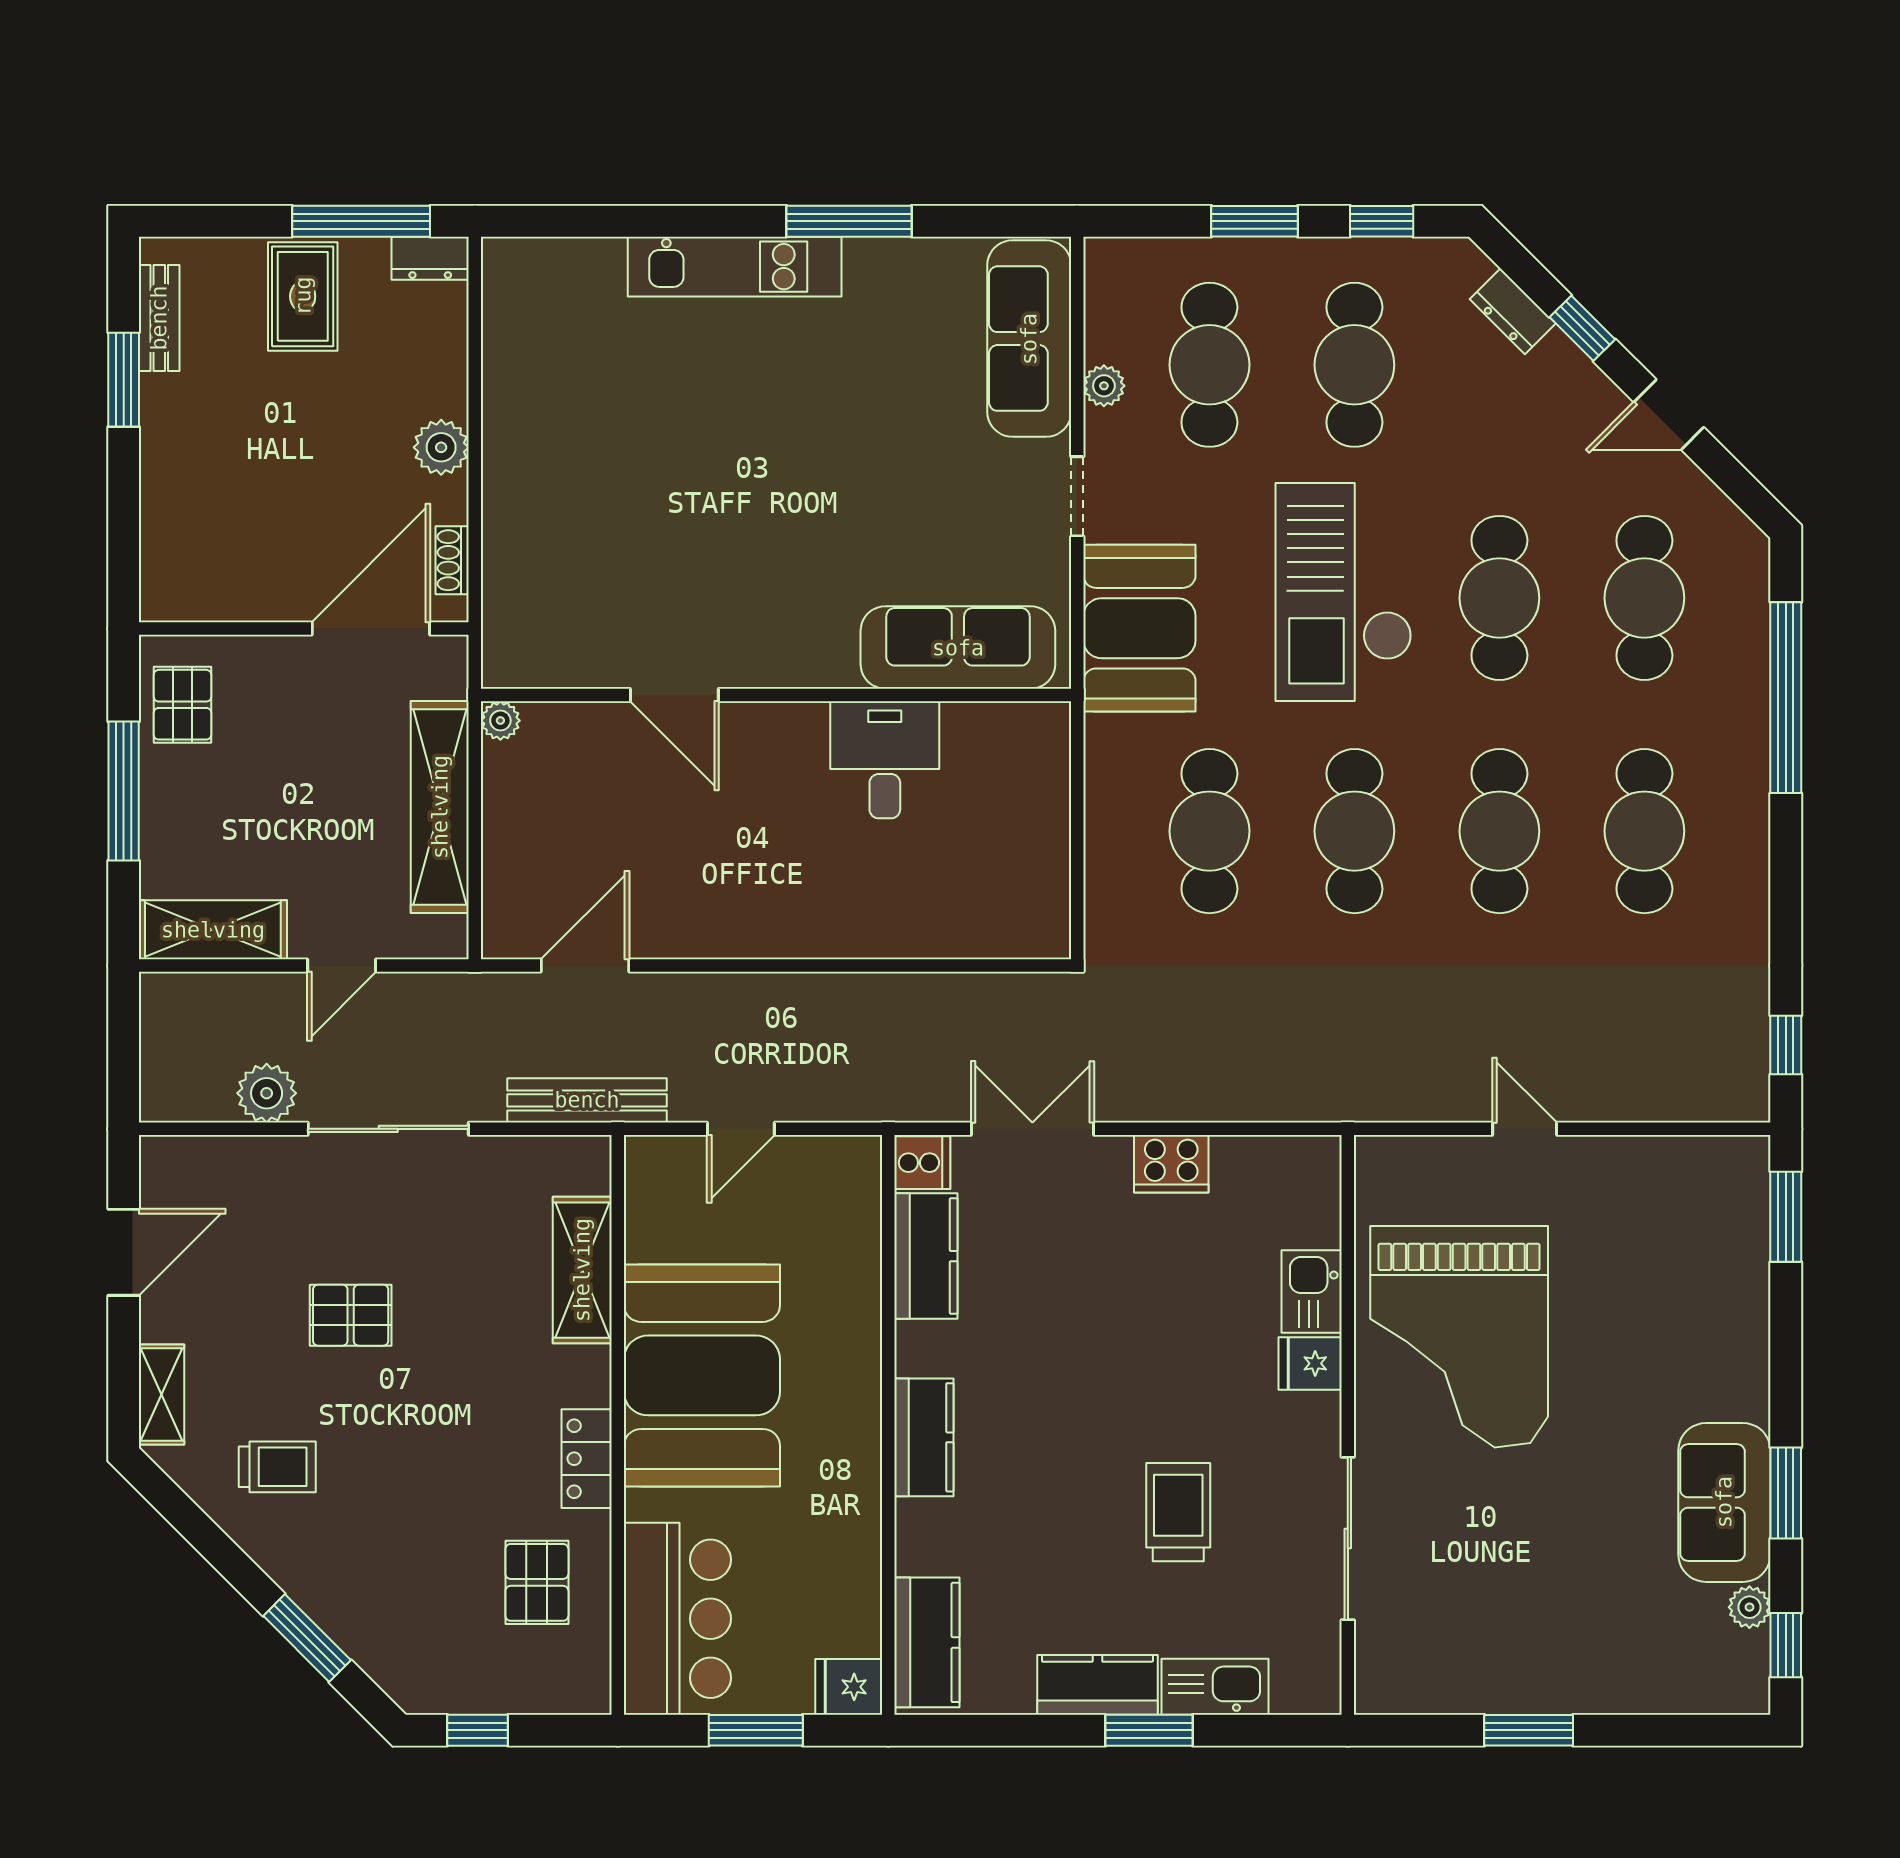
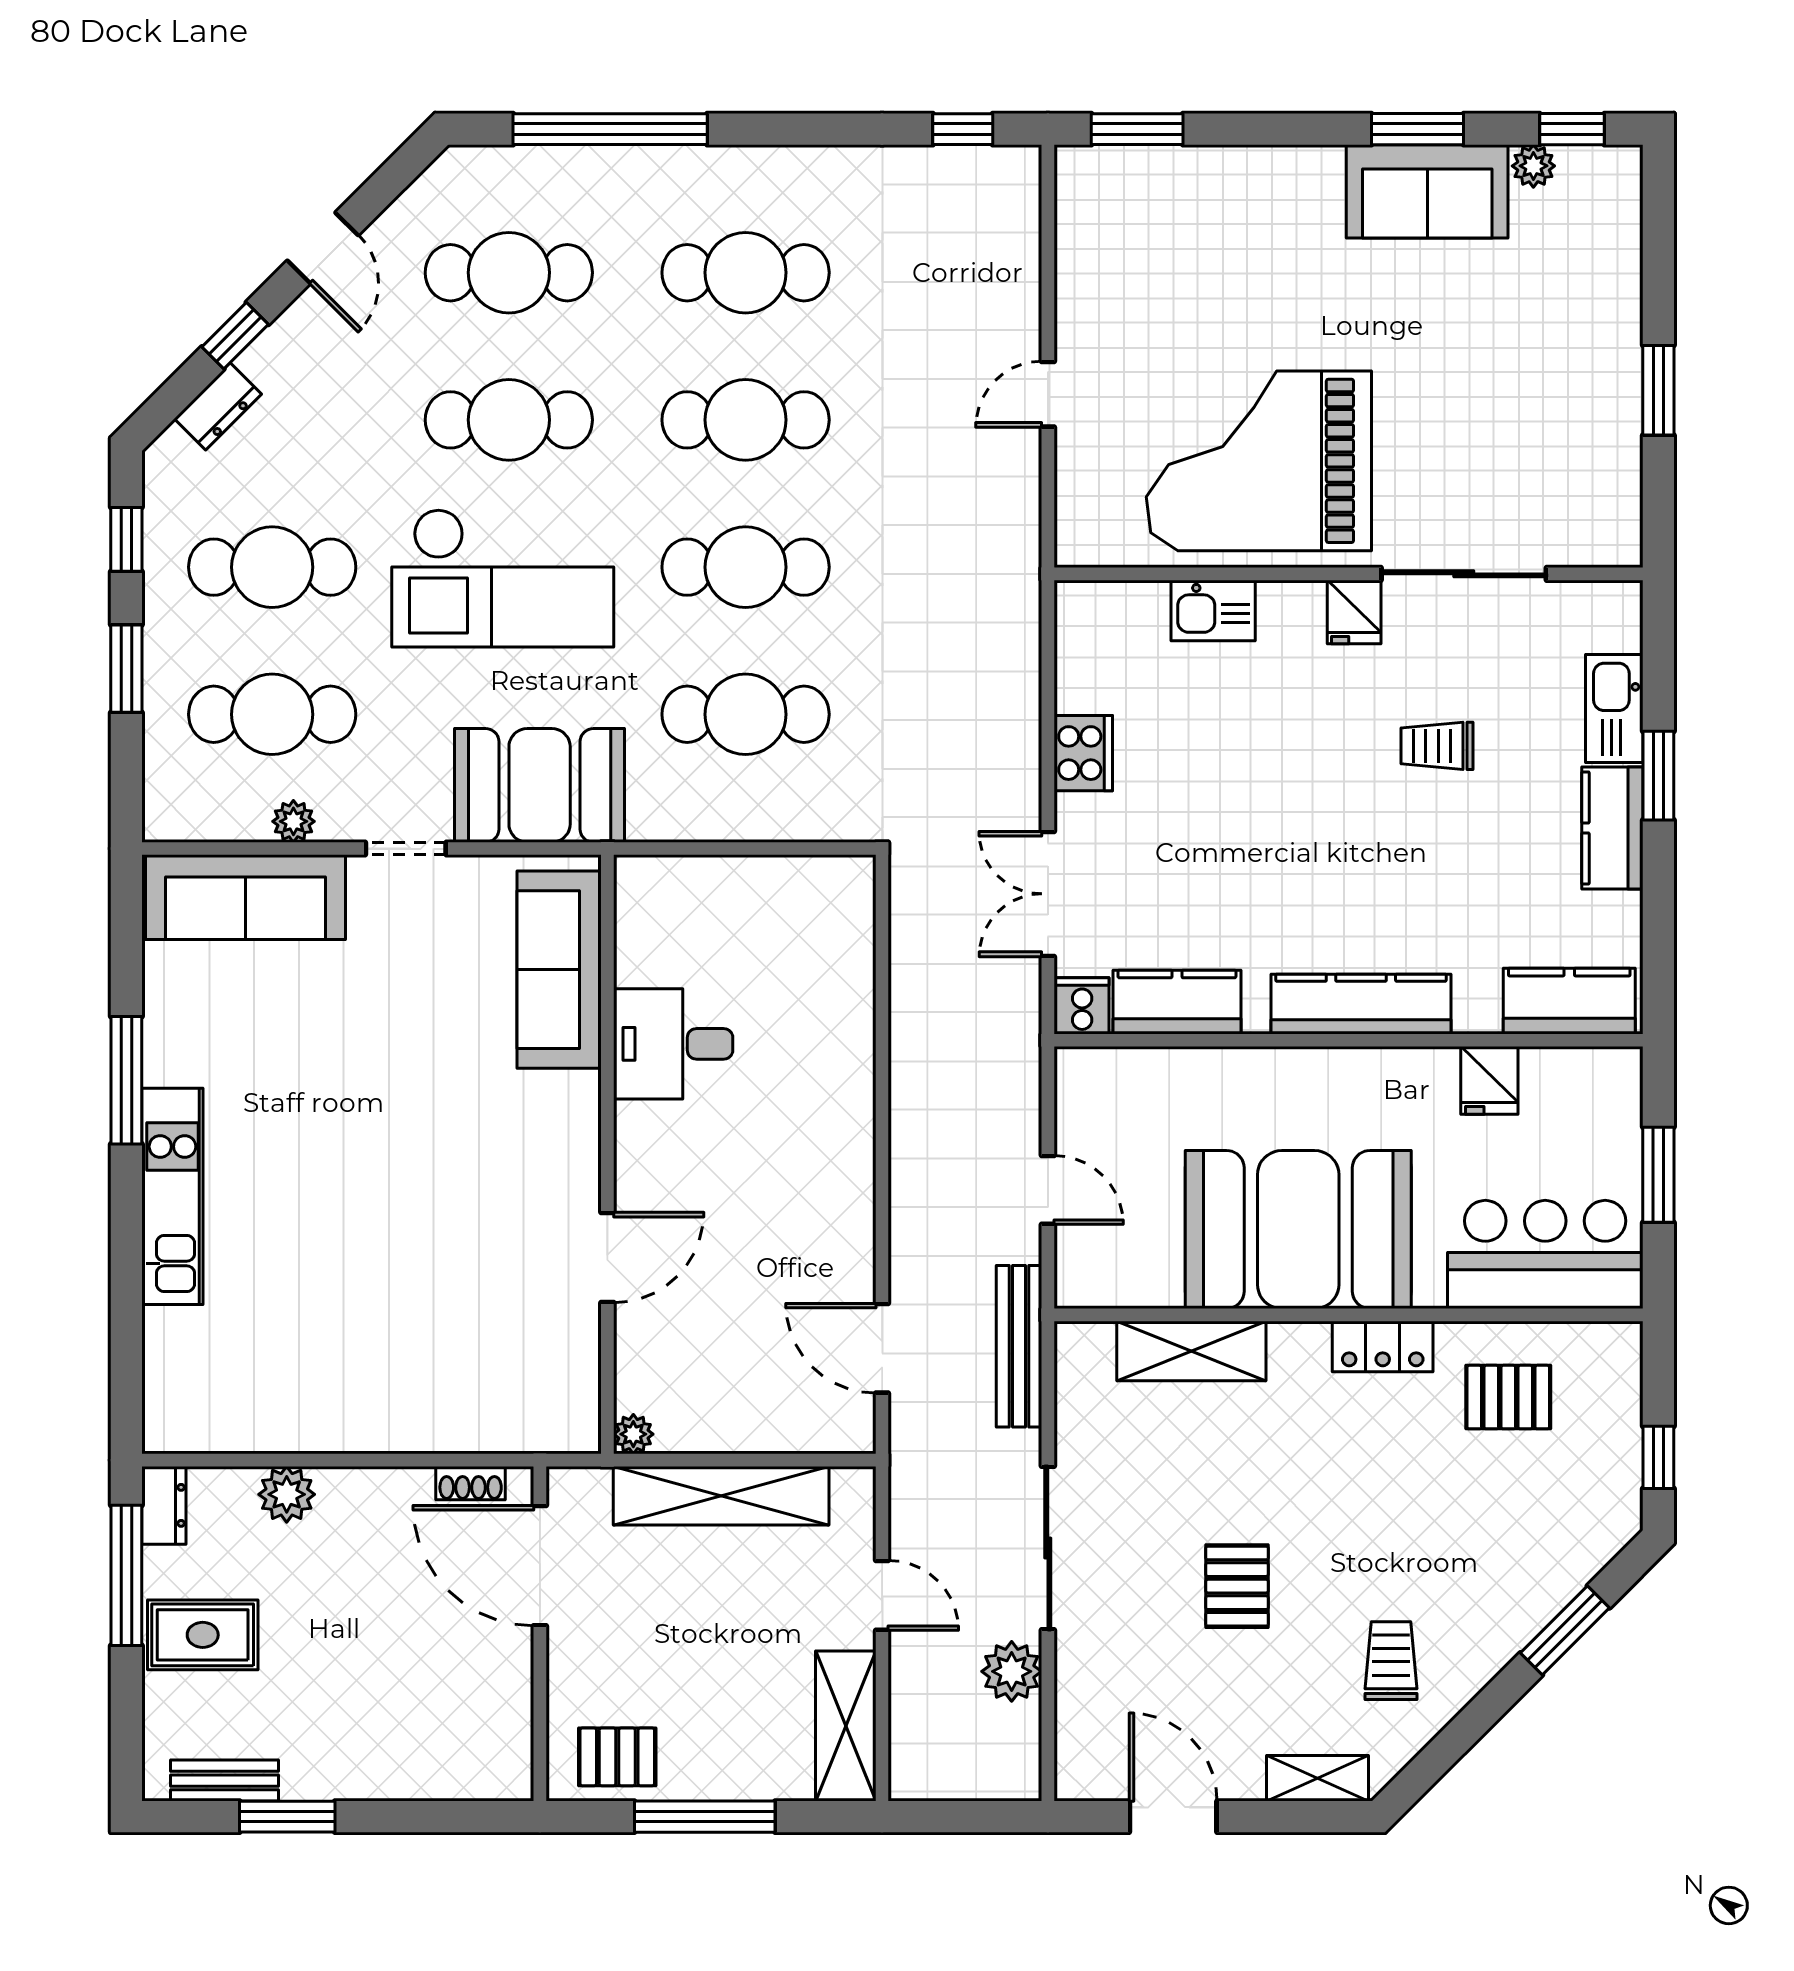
plant: (441, 447) -> (287, 1494), moved
grand piano: (1459, 1337) -> (1259, 461), turned 180
fridge: (1310, 1363) -> (1354, 612), moved
kitchen counter: (924, 1437) -> (1361, 1004), width x1.50
trolley: (1178, 1512) -> (1437, 746), width x0.73, depth x0.72
fridge: (849, 1687) -> (1489, 1080), moved

